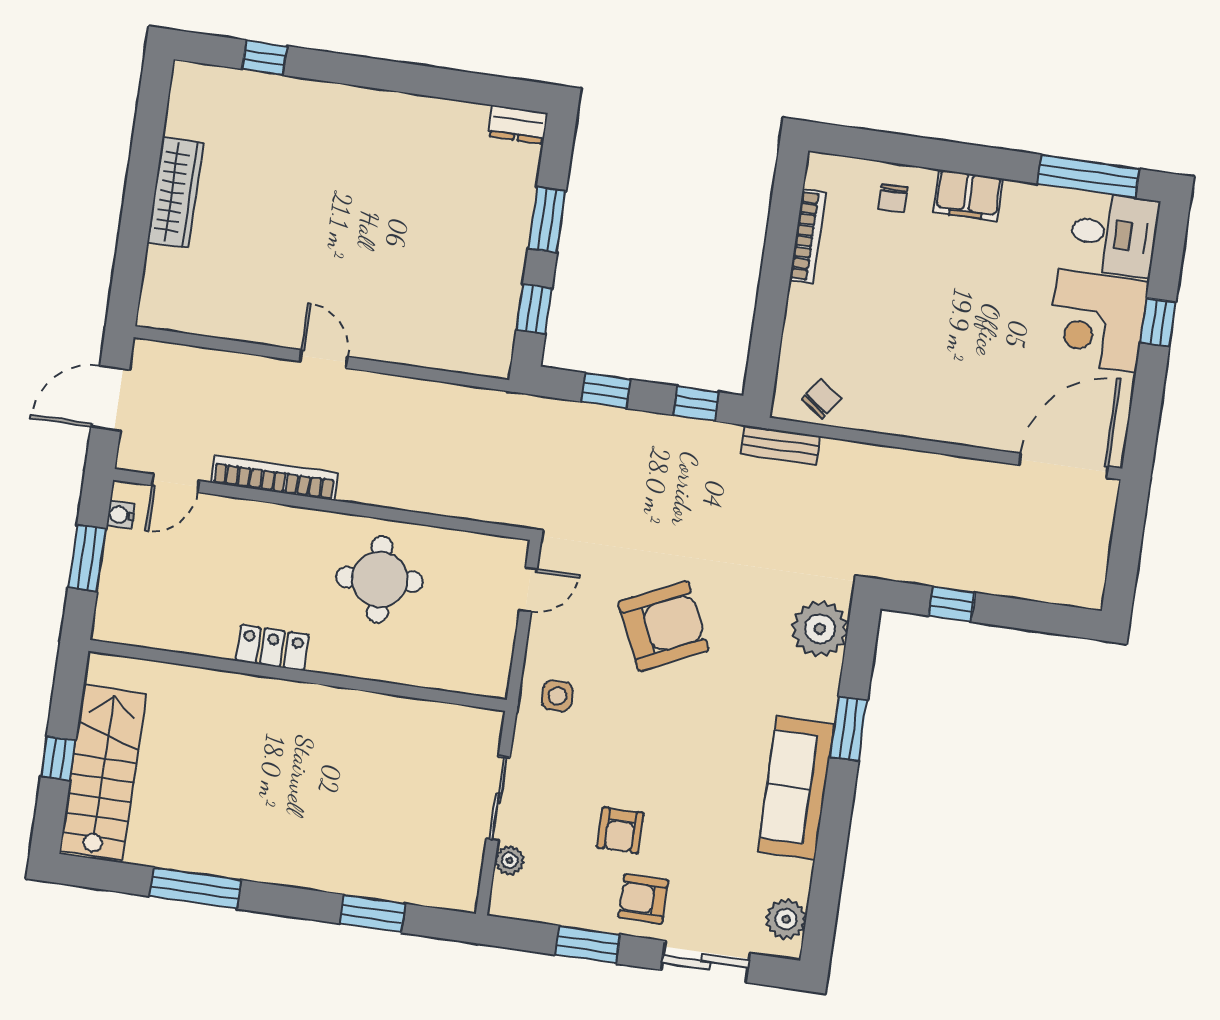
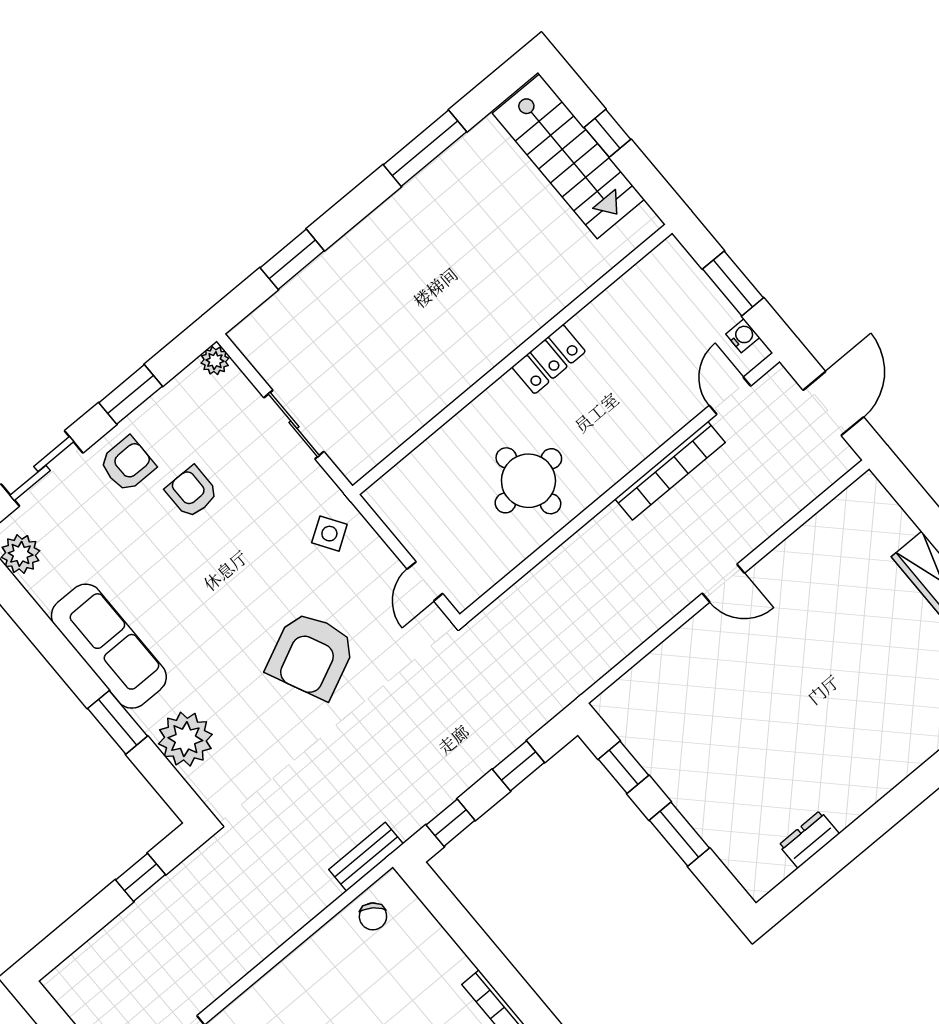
dresser: (518, 125) -> (809, 840), moved
plant: (820, 629) -> (185, 739), moved
side table: (557, 696) -> (329, 534), turned -33
plant: (510, 861) -> (215, 361), moved

